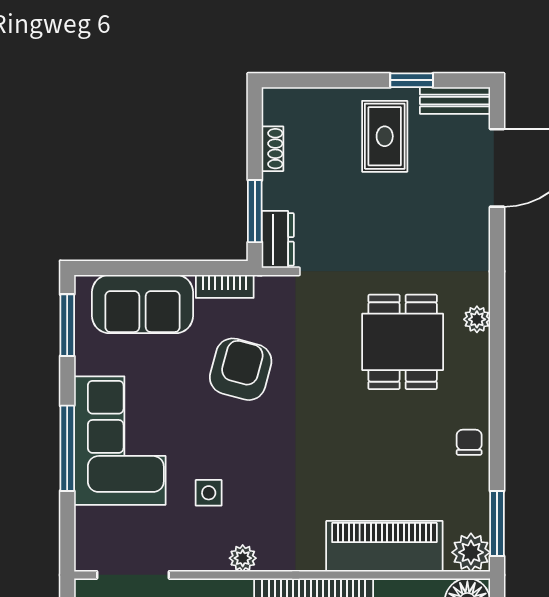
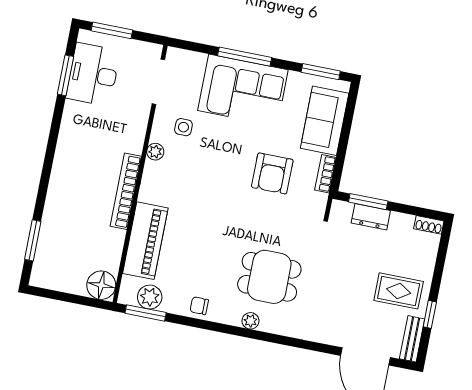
shoe rack: (272, 149) -> (429, 225), moved
dresser: (278, 239) -> (371, 217), moved
plant: (477, 319) -> (250, 321), moved
armchair: (241, 369) -> (272, 173), turned 75
chair: (469, 442) -> (199, 306), turned 180
side table: (209, 493) -> (183, 127), moved
plant: (471, 552) -> (150, 297), moved

